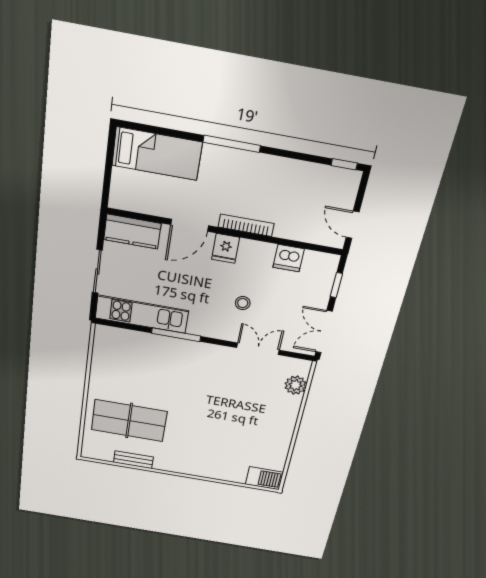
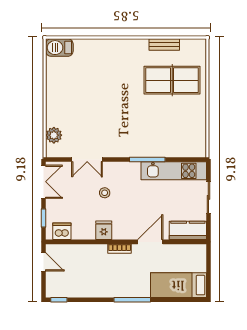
bookcase: (246, 225) -> (120, 249), width x0.64
fridge: (226, 248) -> (104, 230), moved
dishwasher: (289, 258) -> (62, 231), moved

